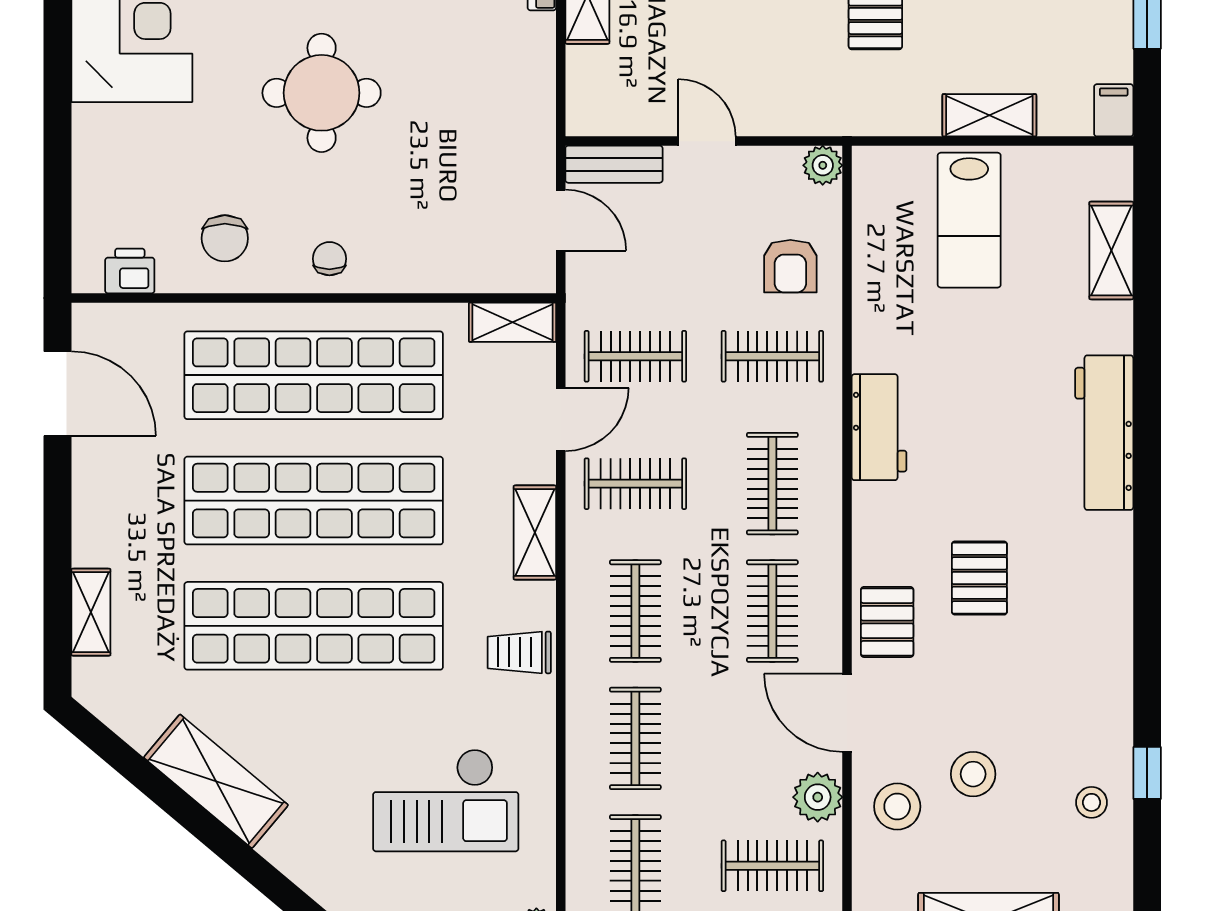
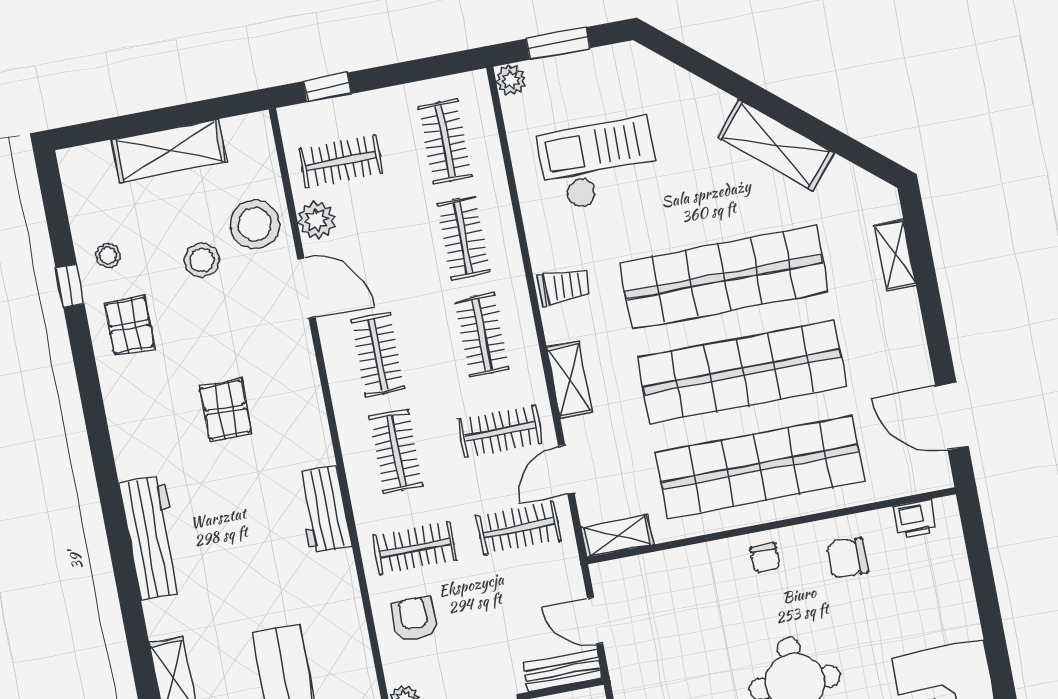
chair: (225, 238) -> (847, 558), turned -89
pallet: (887, 622) -> (129, 325), moved
stool: (897, 806) -> (255, 224), width x1.38, depth x1.38

